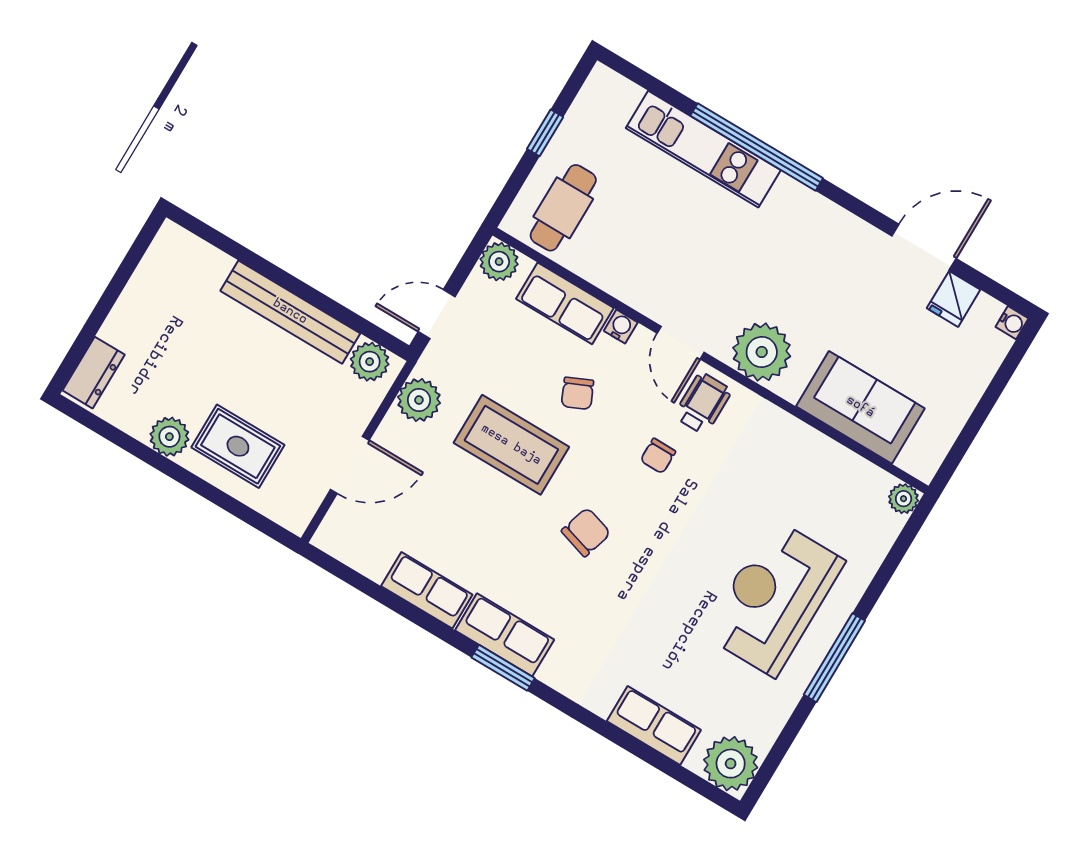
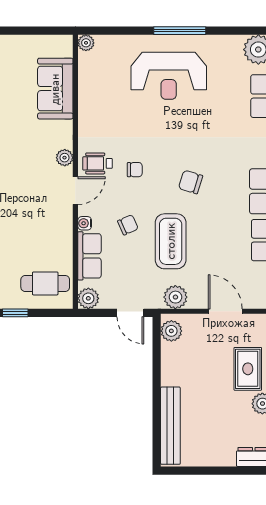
bench: (290, 312) -> (170, 426), moved
plant: (762, 352) -> (65, 158), width x0.53, depth x0.53

